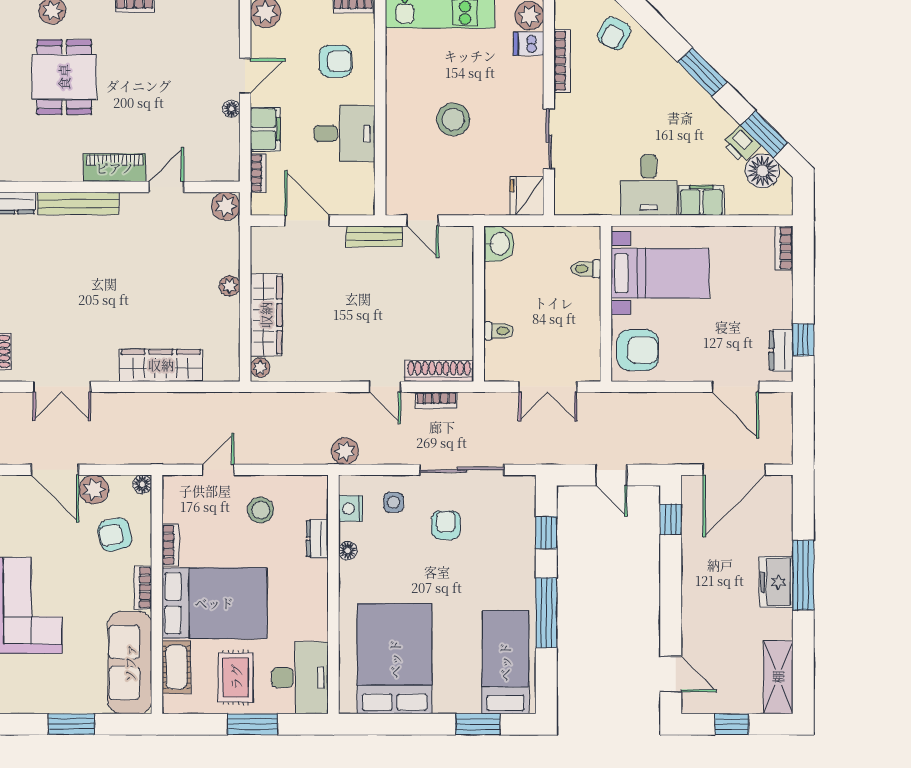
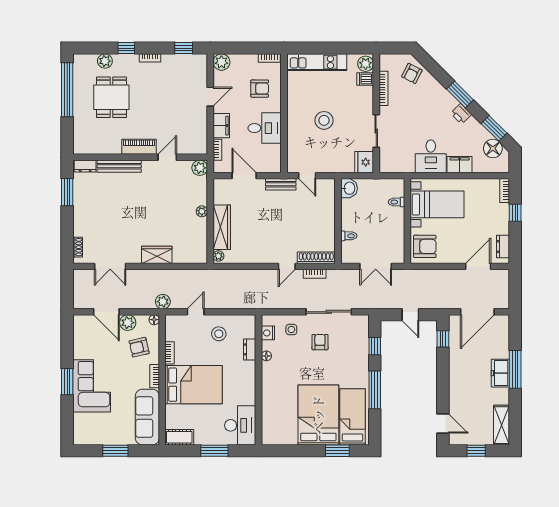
floor lamp: (231, 109) -> (203, 115), removed
printer: (741, 144) -> (461, 114), moved
window: (803, 340) -> (515, 213), moved
wardrobe: (161, 365) -> (157, 255), width x0.67
door: (385, 387) -> (287, 266), hinge flipped
door: (735, 387) -> (478, 266), swing flipped
plant: (345, 451) -> (163, 302), moved
bed: (395, 659) -> (318, 415), moved
cot: (176, 667) -> (179, 437), moved, turned 90
rug: (236, 677) -> (205, 425), removed

